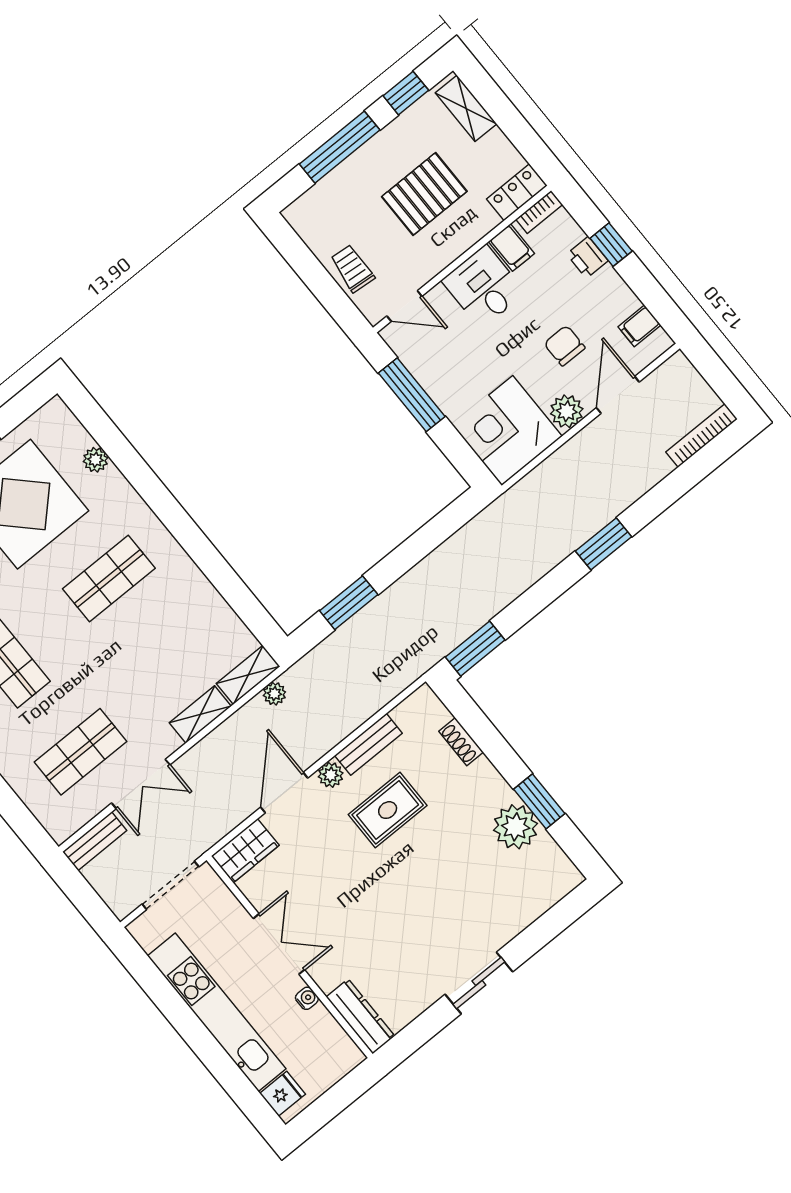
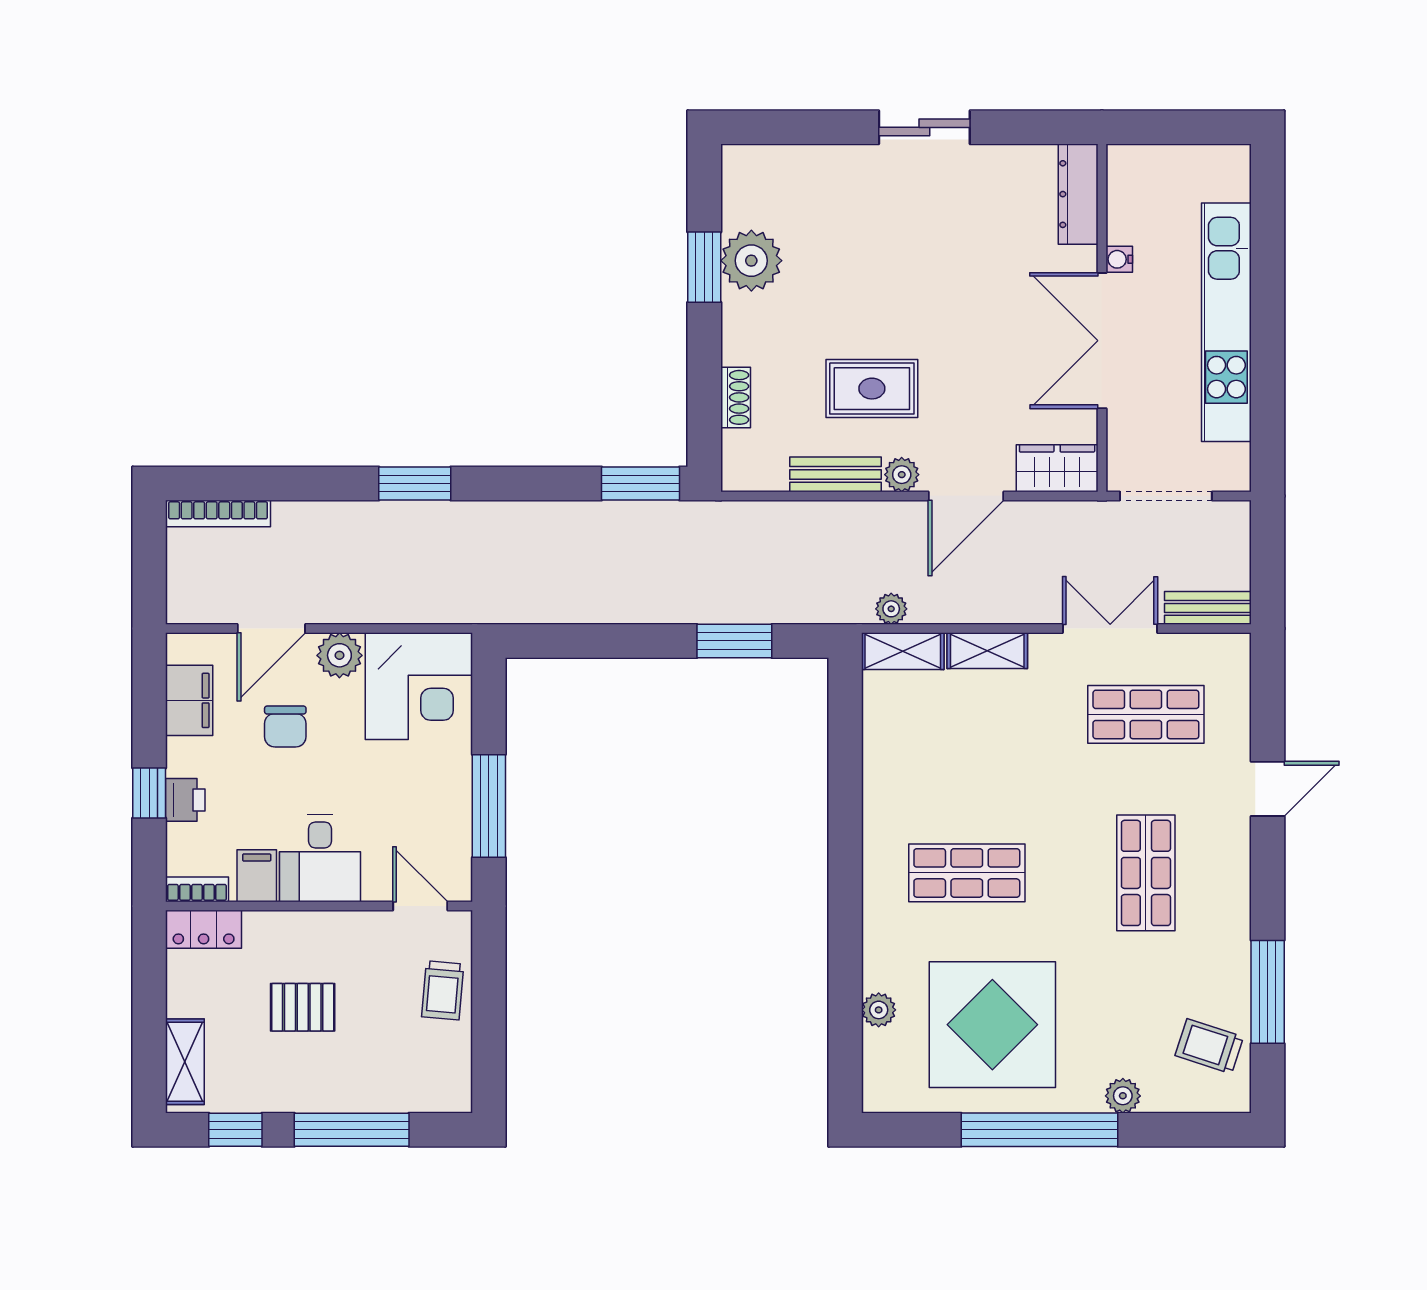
pallet: (424, 194) -> (303, 1007), width x0.67, depth x0.71
filing cabinet: (639, 326) -> (189, 700), width x2.00
double door: (279, 944) -> (1102, 341), width x1.37
fridge: (283, 1094) -> (1227, 179), removed

